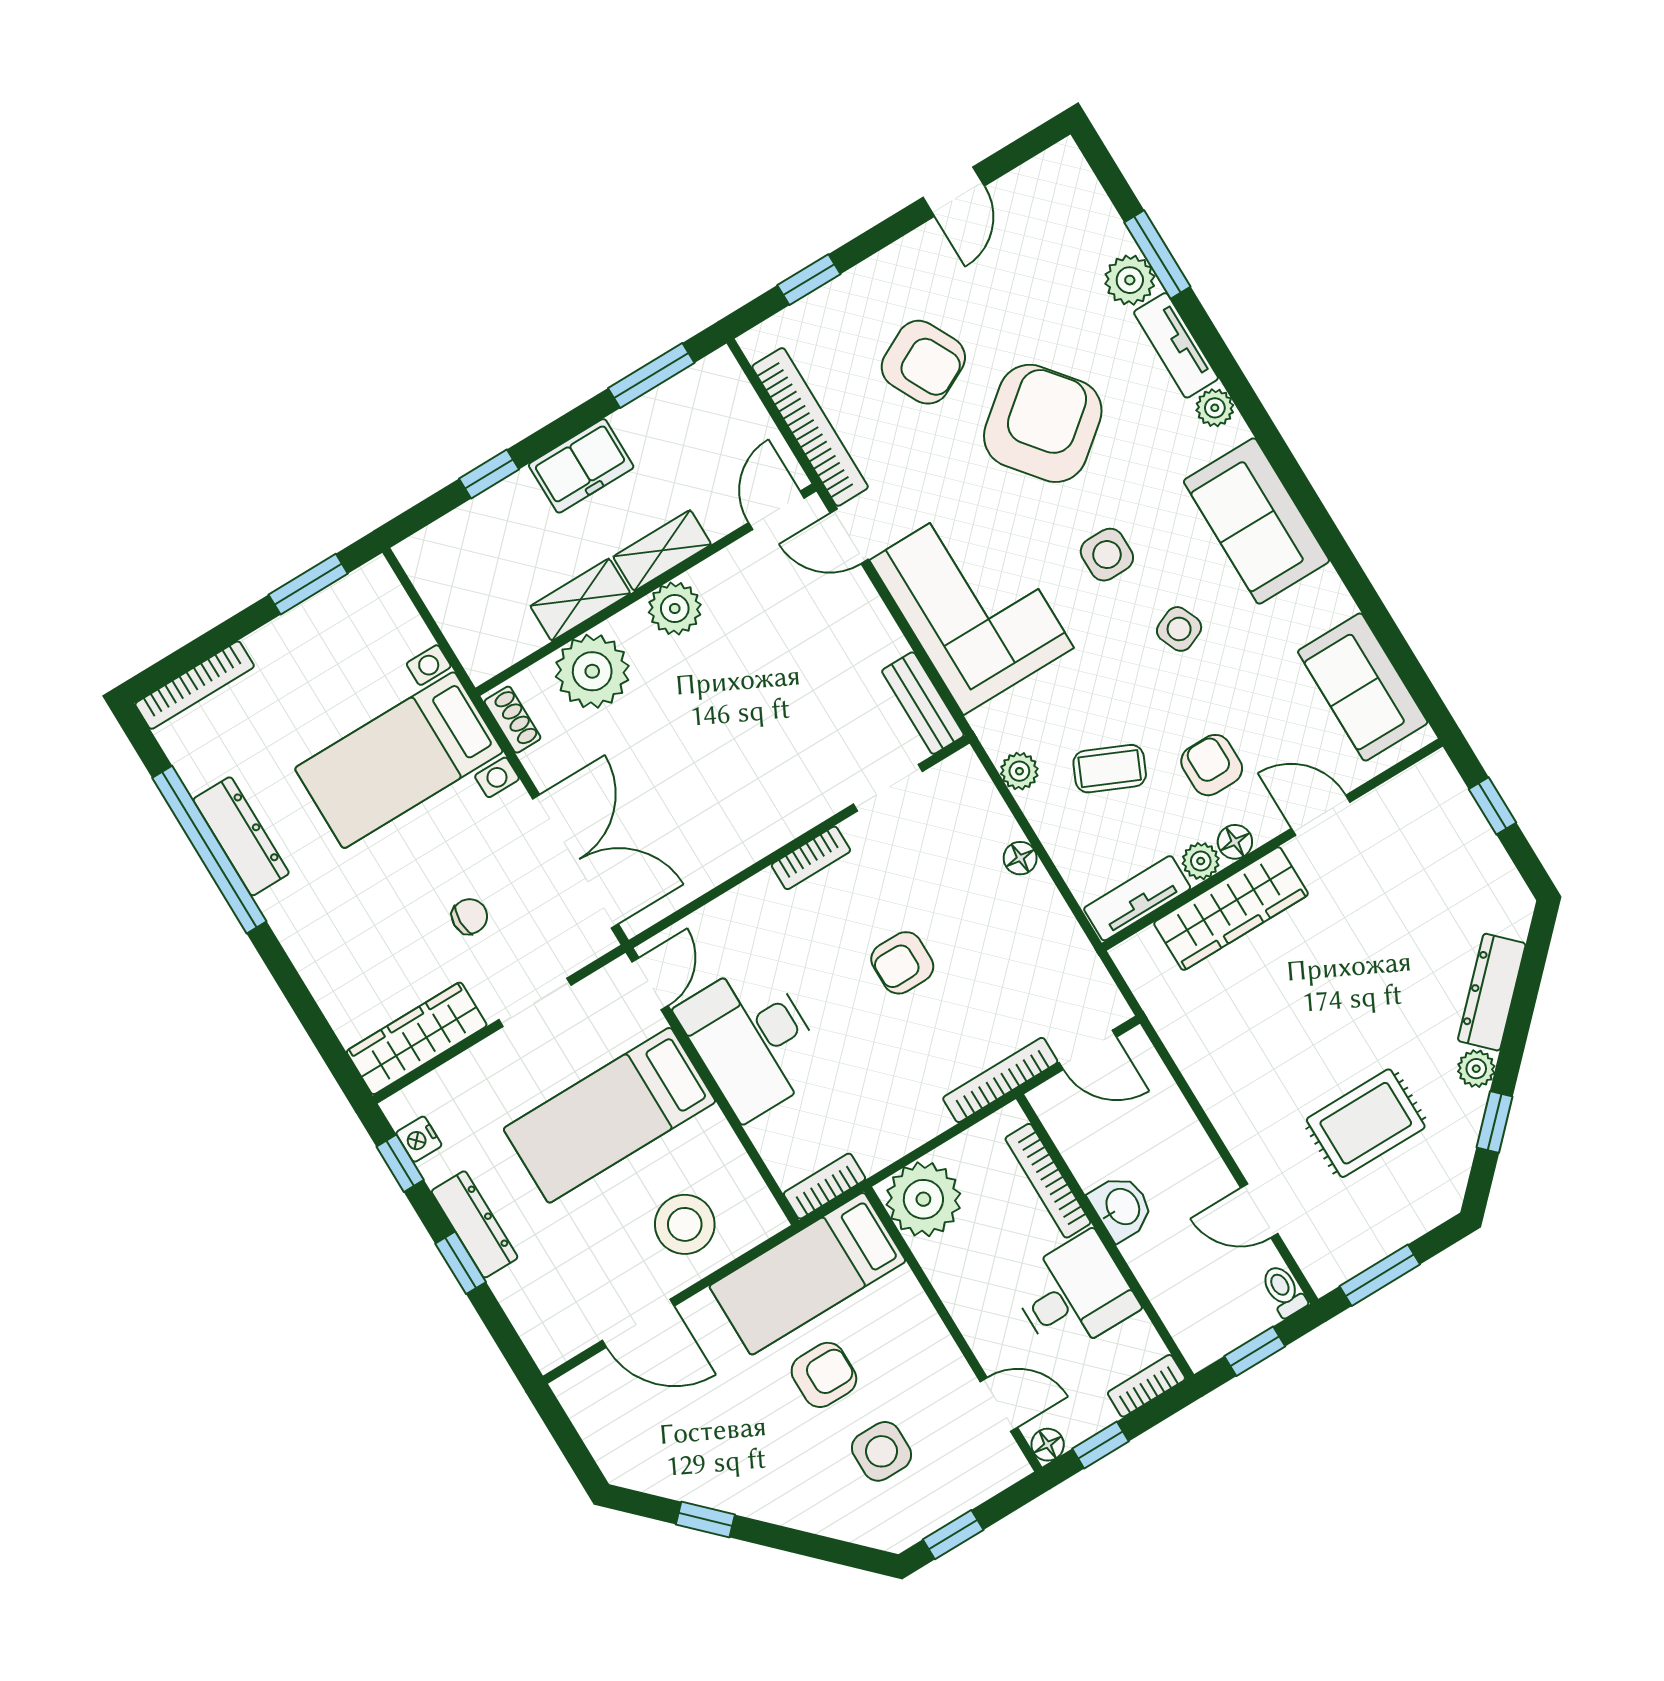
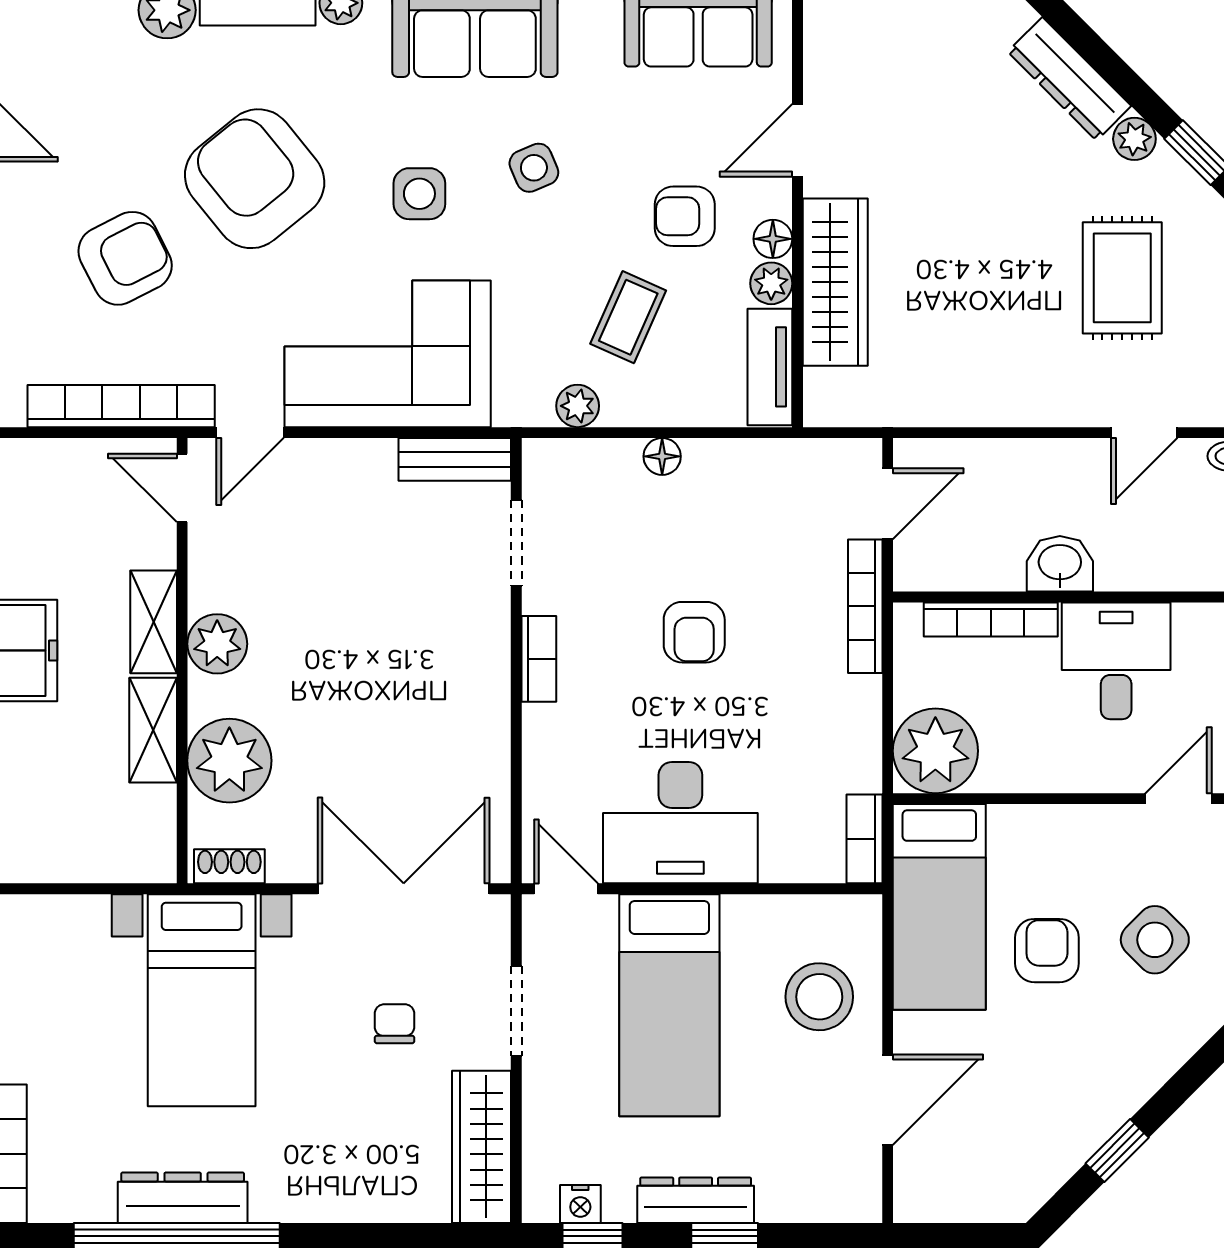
side table: (882, 1451) -> (1155, 940), turned 45

